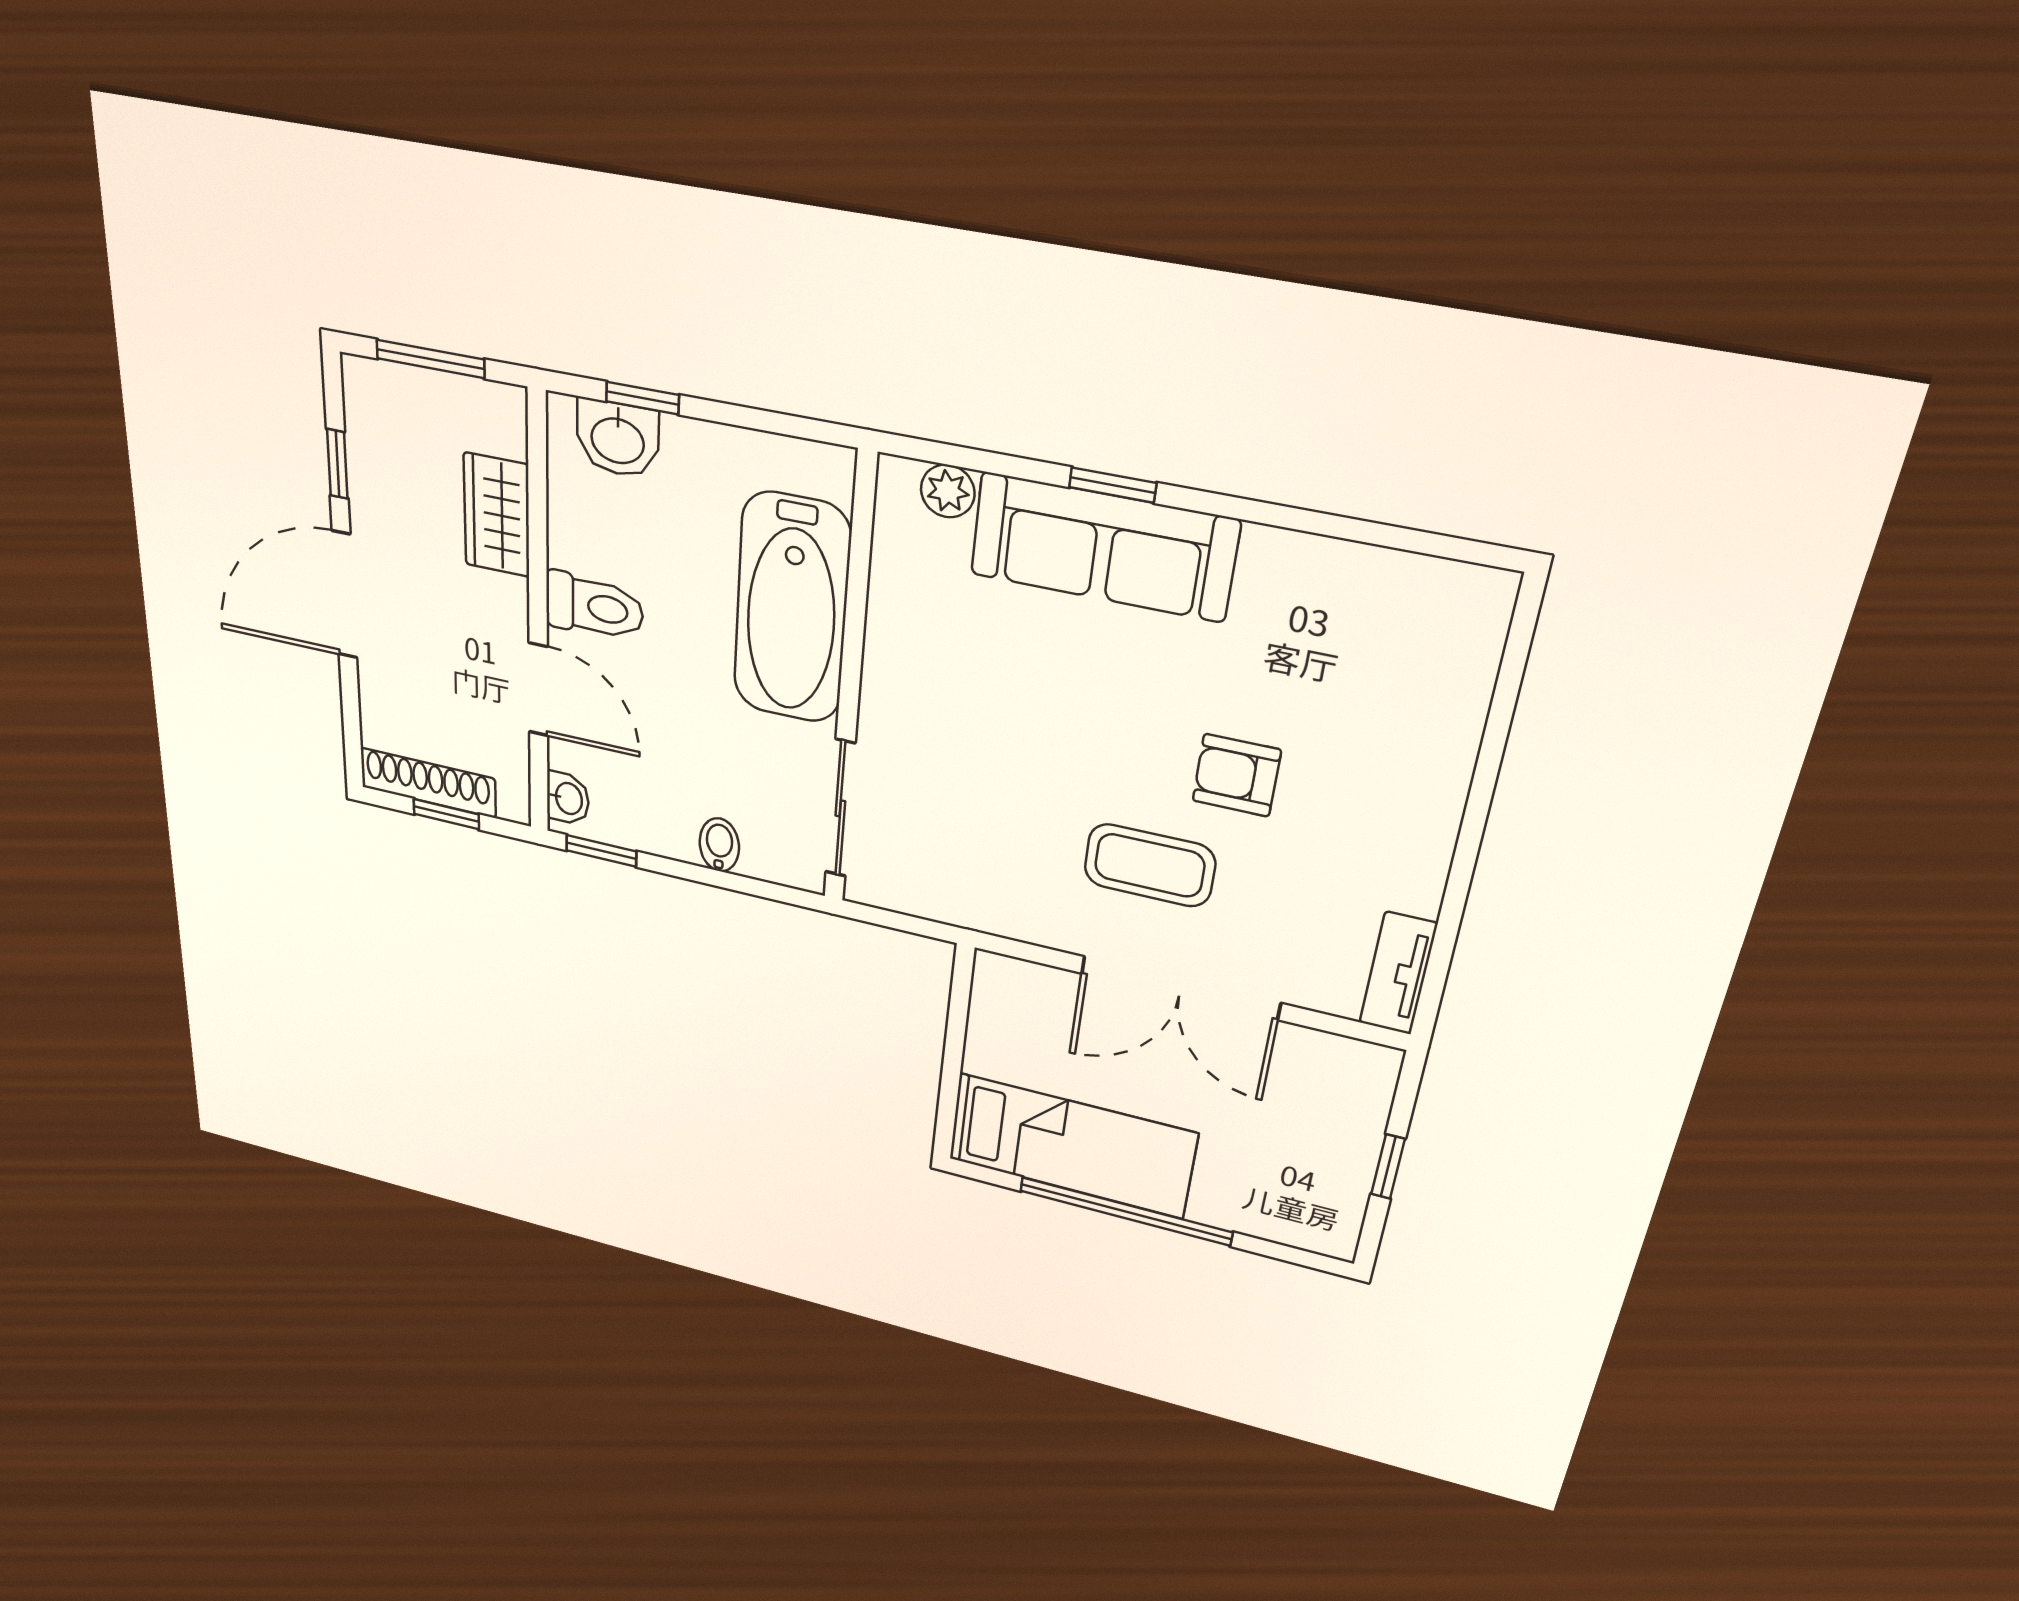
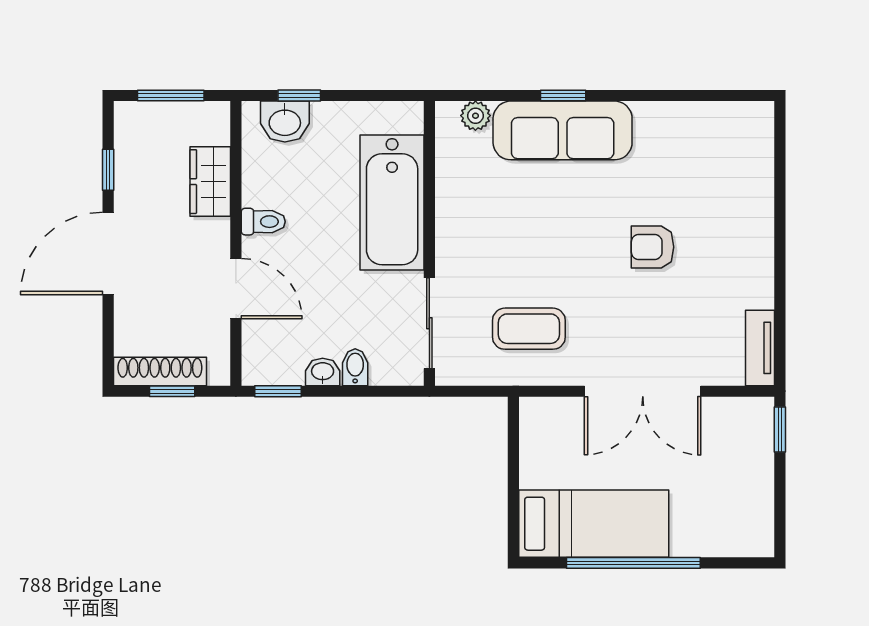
toilet: (594, 607) -> (263, 222), width x0.73, depth x0.72
washbasin: (568, 798) -> (323, 372), moved, turned -90
coffee table: (1150, 865) -> (529, 329), moved
window: (1388, 1167) -> (780, 429), moved

